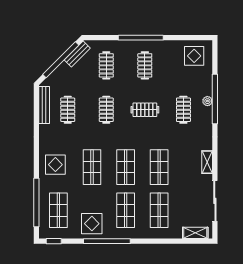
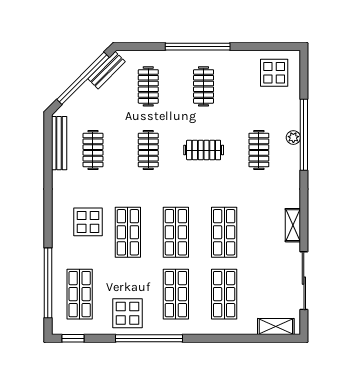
display table: (55, 165) -> (88, 222), moved

